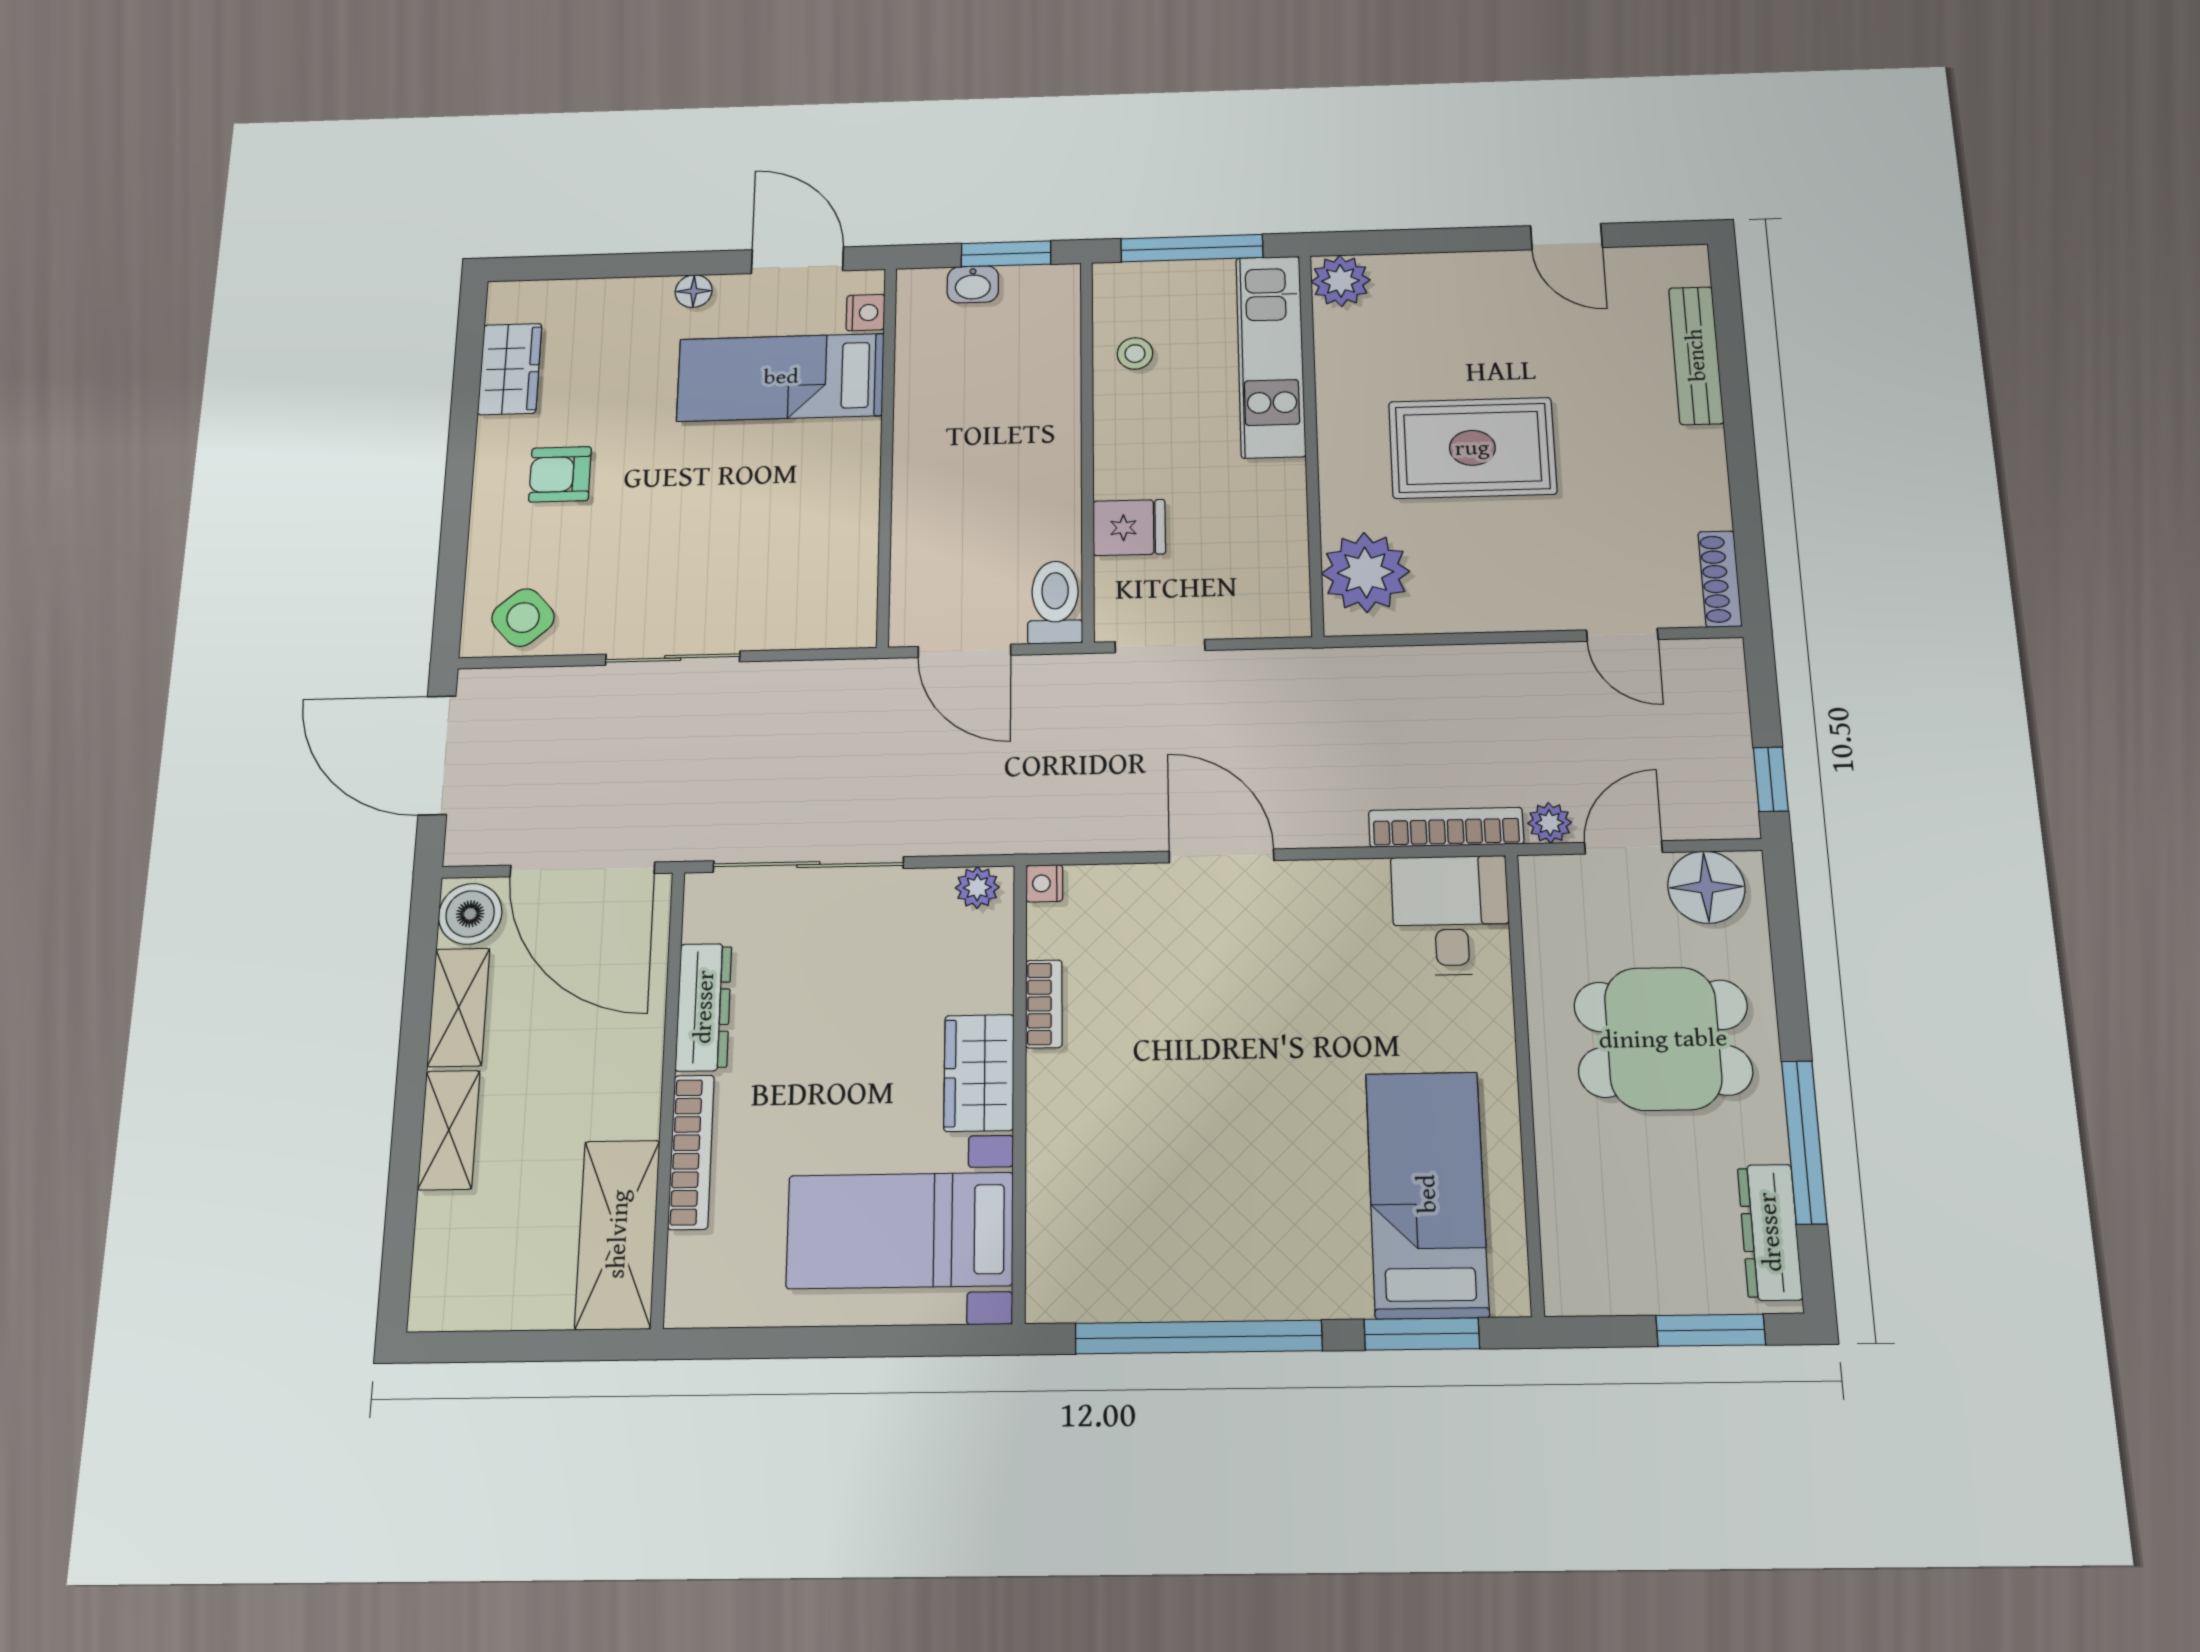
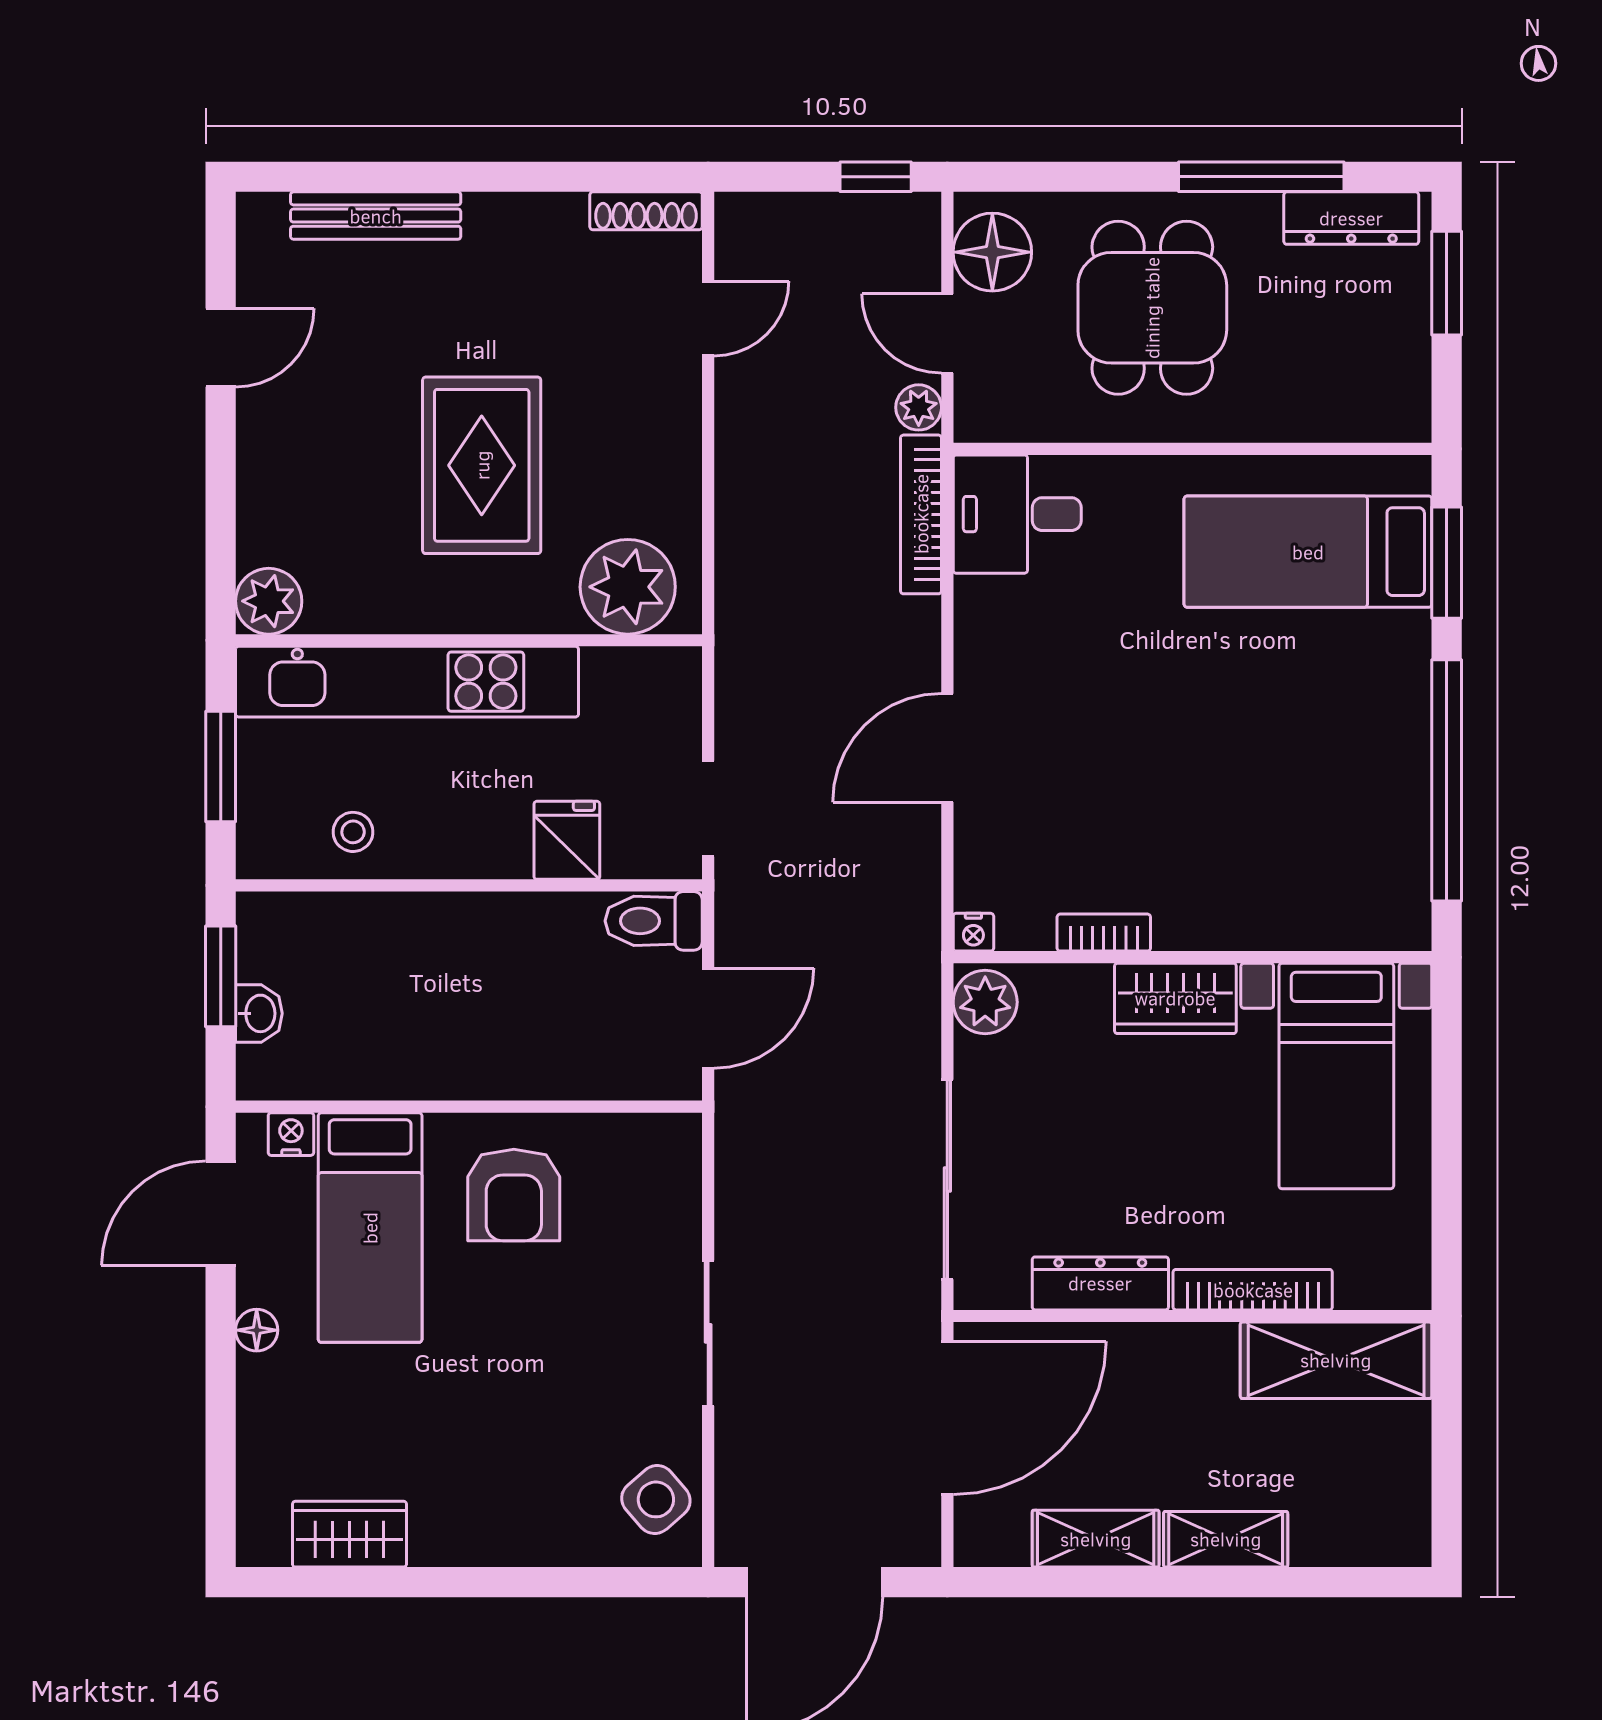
window: (1192, 248) -> (221, 766), width x0.69
kitchen unit: (1271, 356) -> (407, 682), width x1.36
armchair: (560, 474) -> (514, 1195), moved, width x1.38, depth x1.38
plant: (977, 887) -> (985, 1002), width x1.38, depth x1.38
boiler: (470, 914) -> (994, 1534), removed

